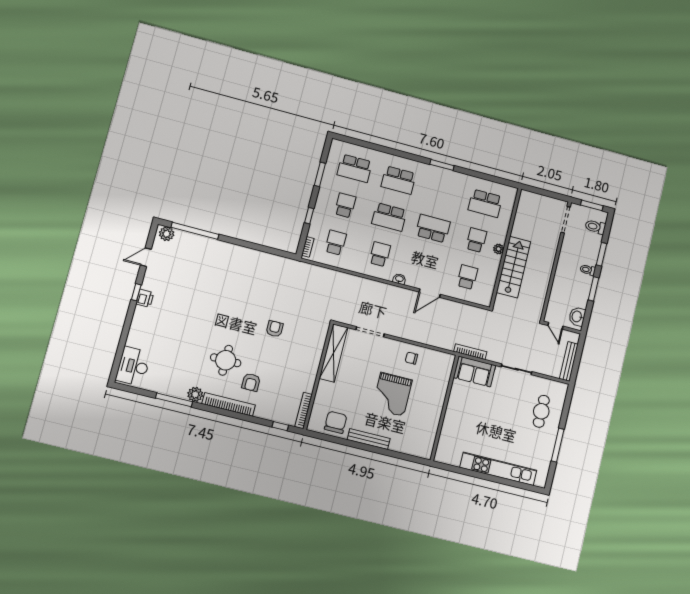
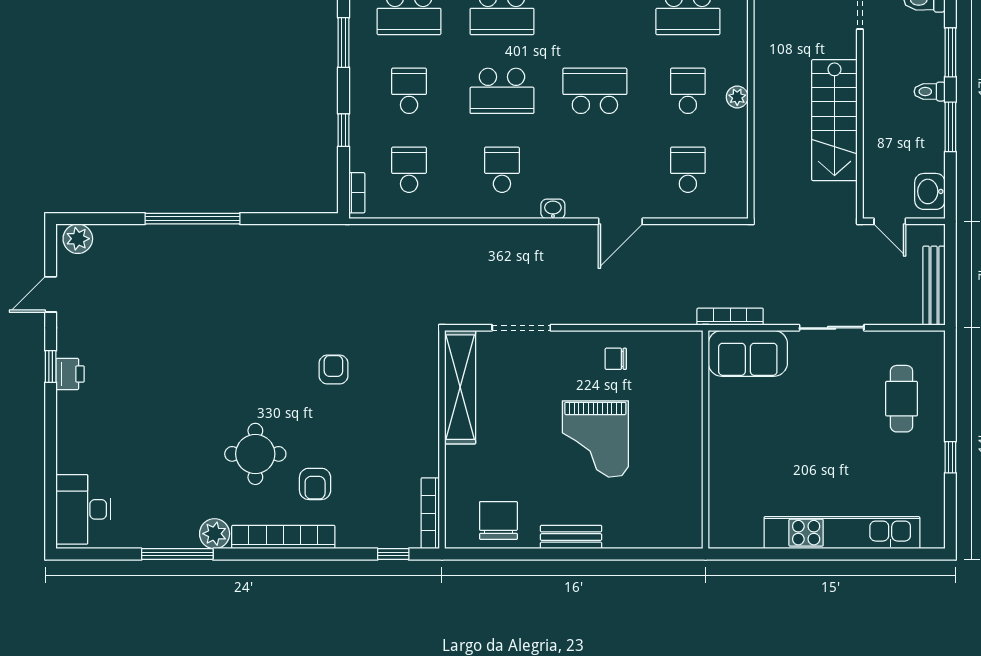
window: (195, 231) -> (193, 219), moved
stairs: (513, 267) -> (834, 120), moved, turned 180
bench: (369, 439) -> (571, 537), width x0.73
window: (558, 445) -> (950, 457), width x0.46

